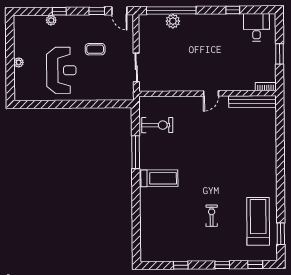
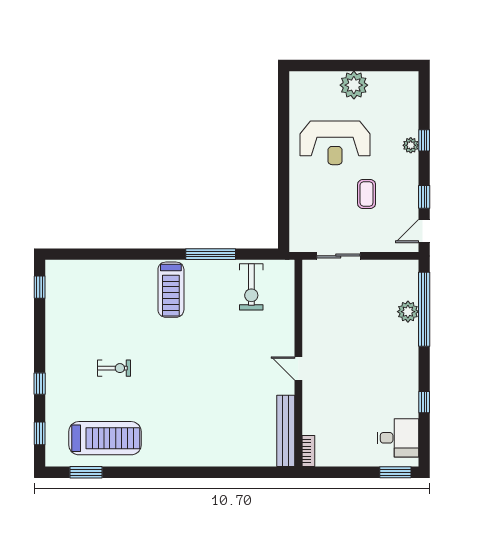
plant: (51, 20) -> (411, 145), moved
window: (279, 54) -> (395, 472), moved
plant: (19, 62) -> (354, 85), width x1.87, depth x1.87
window: (181, 265) -> (40, 287), moved

